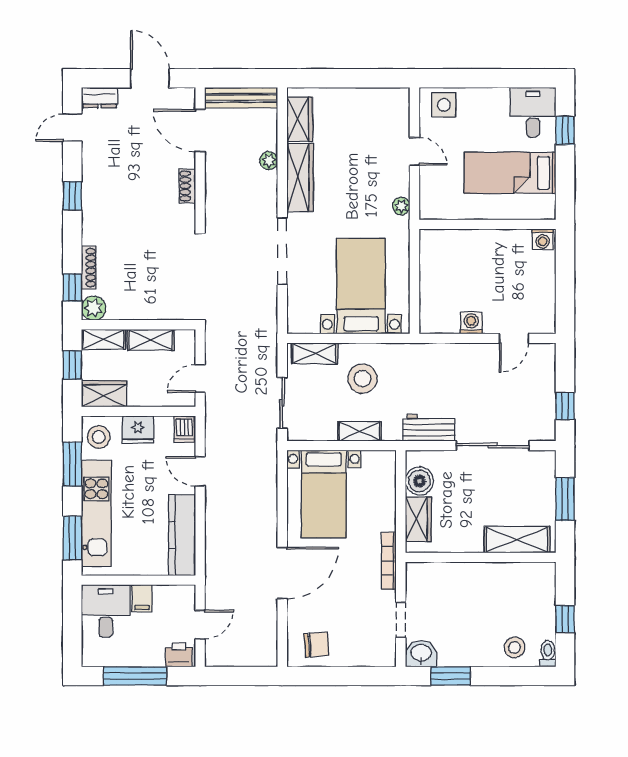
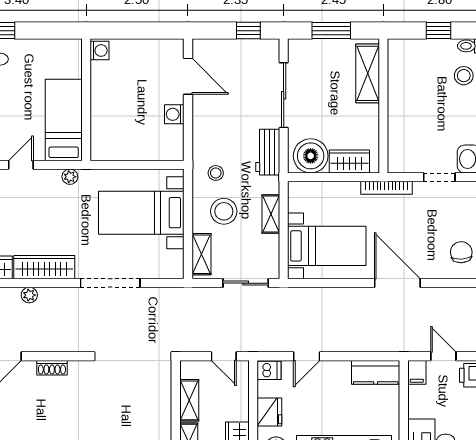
bed: (510, 173) -> (64, 120), moved, turned 180
door: (514, 338) -> (188, 76), width x1.38
stool: (405, 369) -> (216, 173), added
boiler: (419, 481) -> (311, 156), width x1.37, depth x1.37
kitchen counter: (182, 535) -> (376, 372), width x0.67
filing cabinet: (142, 598) -> (417, 372), moved, turned 90

